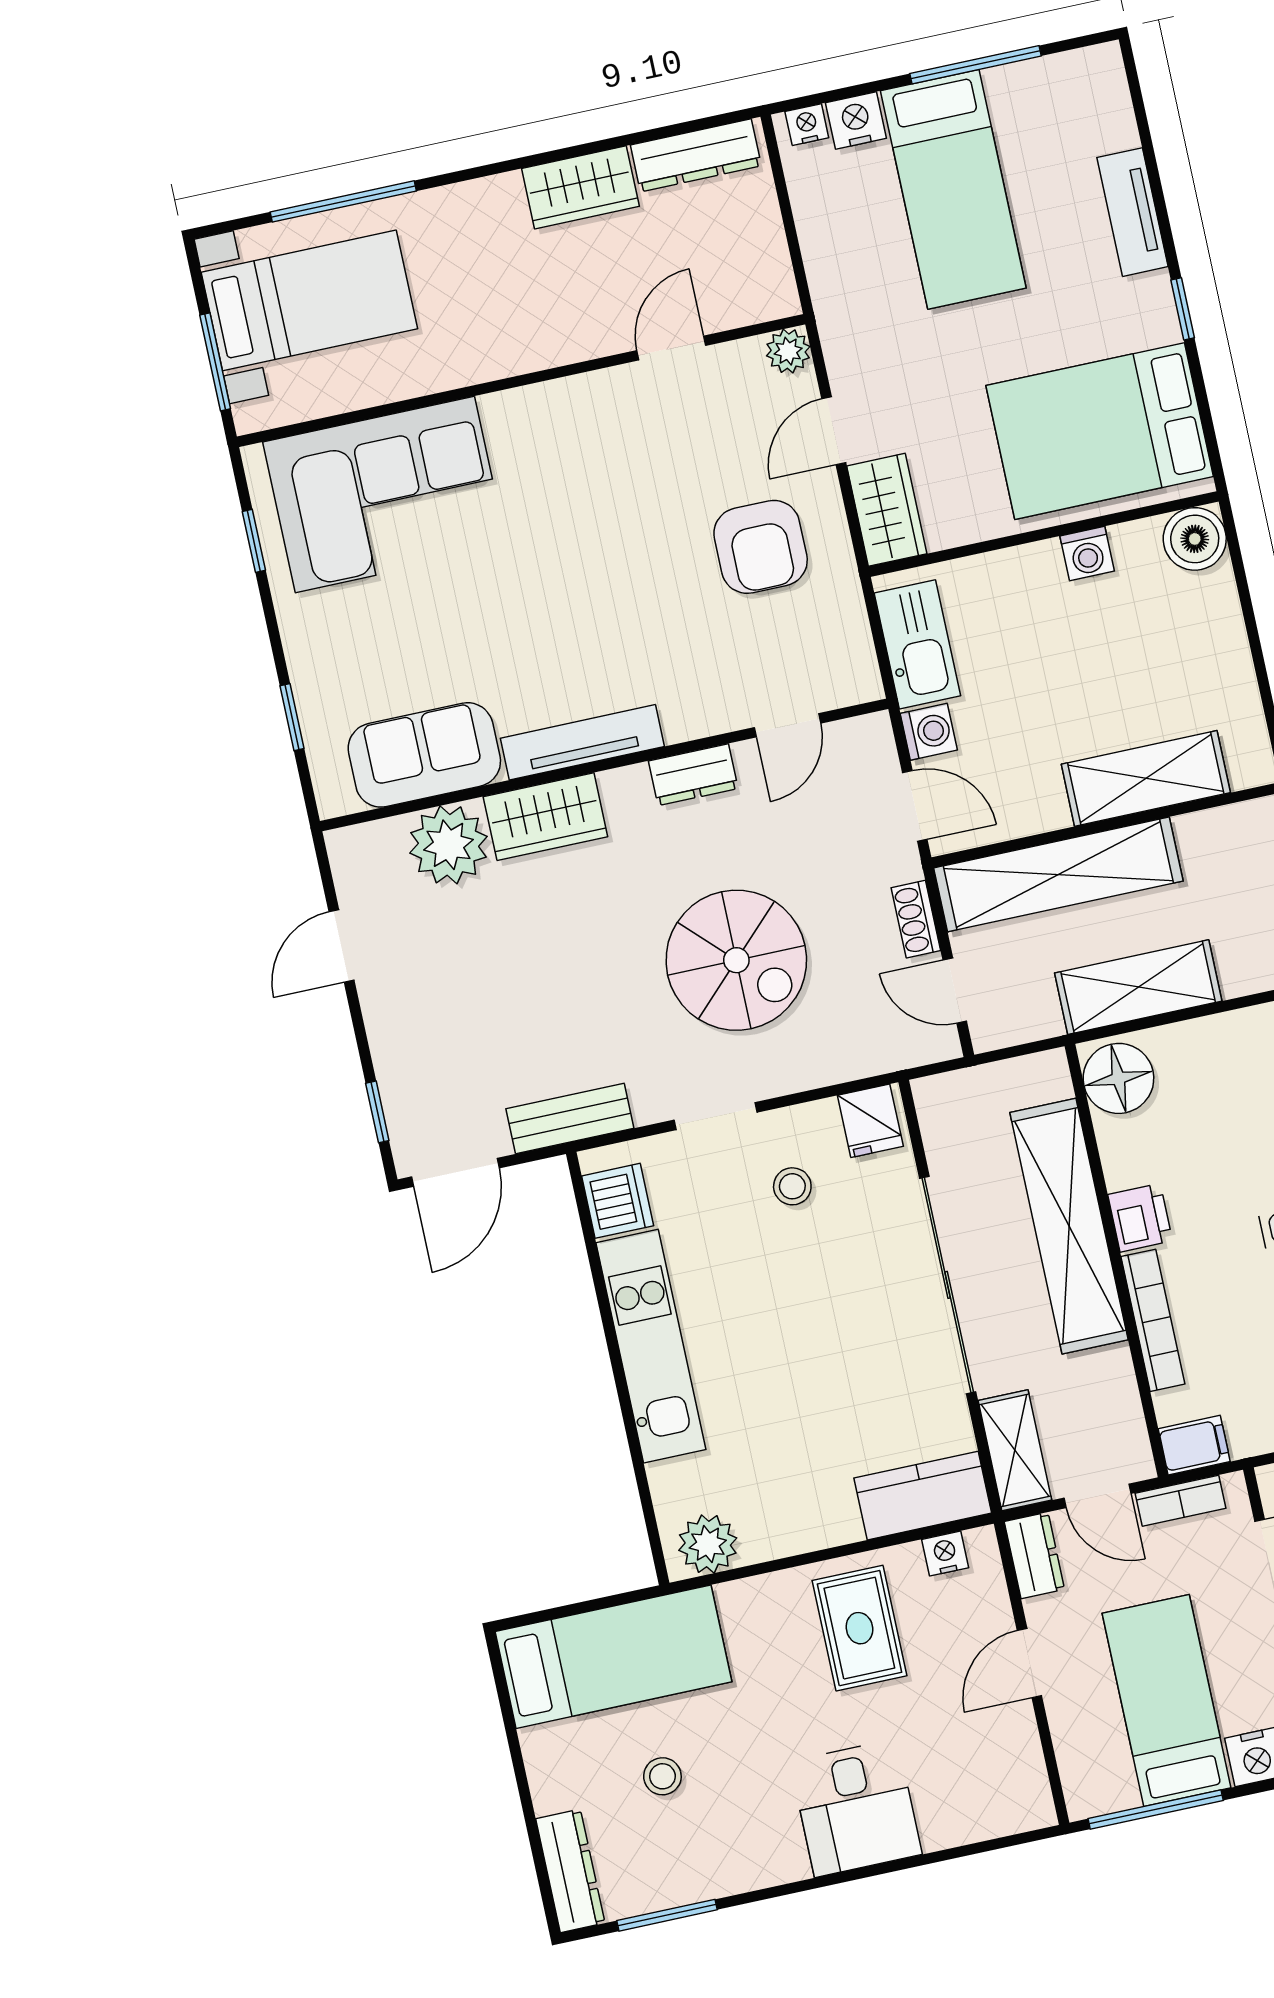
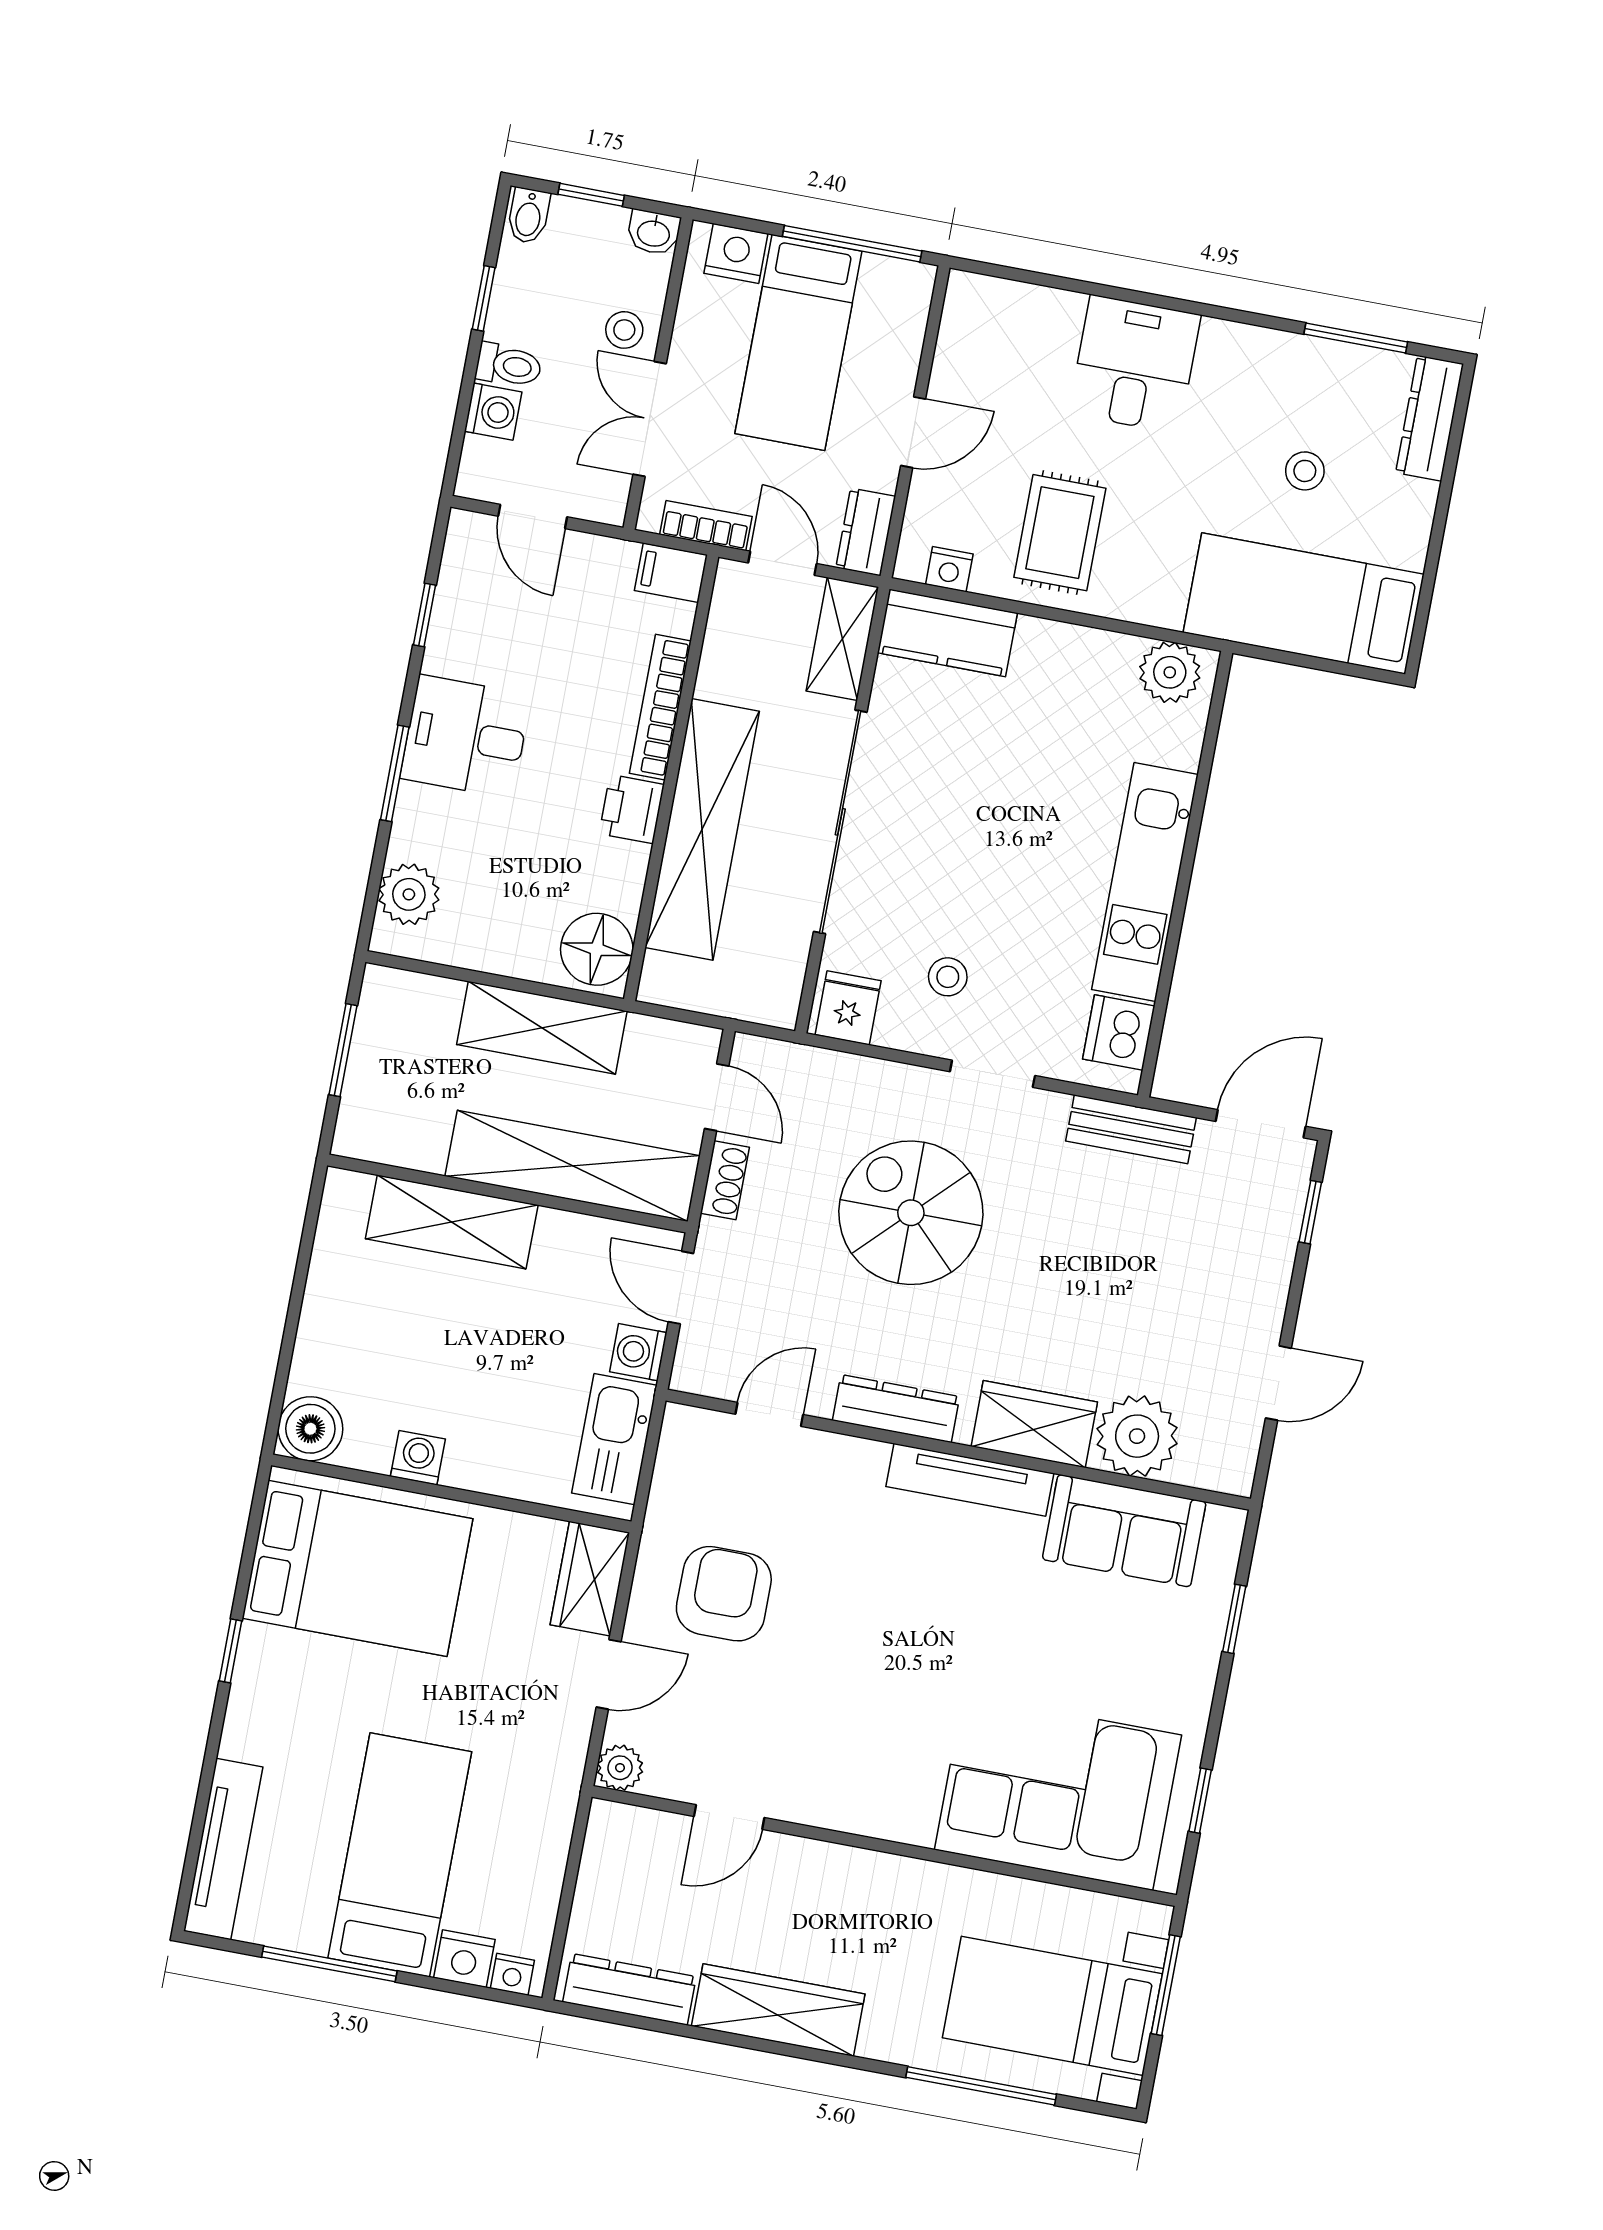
wardrobe: (580, 187) -> (778, 2010), width x1.50
tv unit: (1132, 212) -> (223, 1849), moved, width x1.41
dresser: (693, 775) -> (896, 1409), width x1.44

